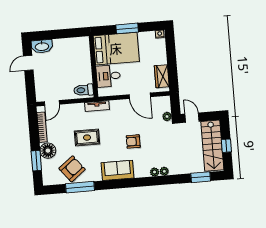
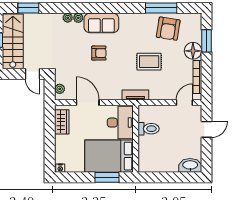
window: (127, 28) -> (107, 177), moved
door: (28, 63) -> (207, 129), moved
desk: (108, 76) -> (120, 123), width x1.37
toilet: (84, 90) -> (149, 129), moved
plant: (167, 116) -> (60, 89), moved
armchair: (72, 169) -> (168, 29), turned -43
sofa: (117, 170) -> (101, 23), moved

